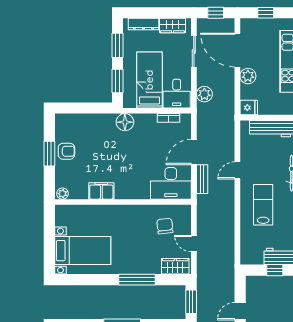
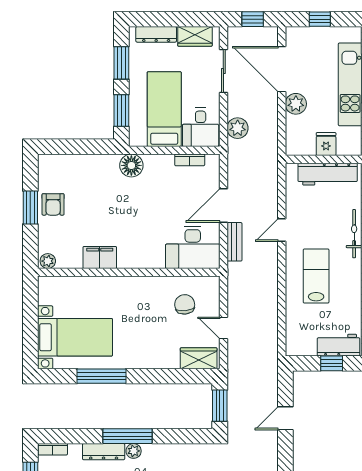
fridge: (249, 108) -> (326, 144), moved, turned -90
armchair: (66, 151) -> (53, 204), turned 90
window: (137, 280) -> (101, 376), moved

